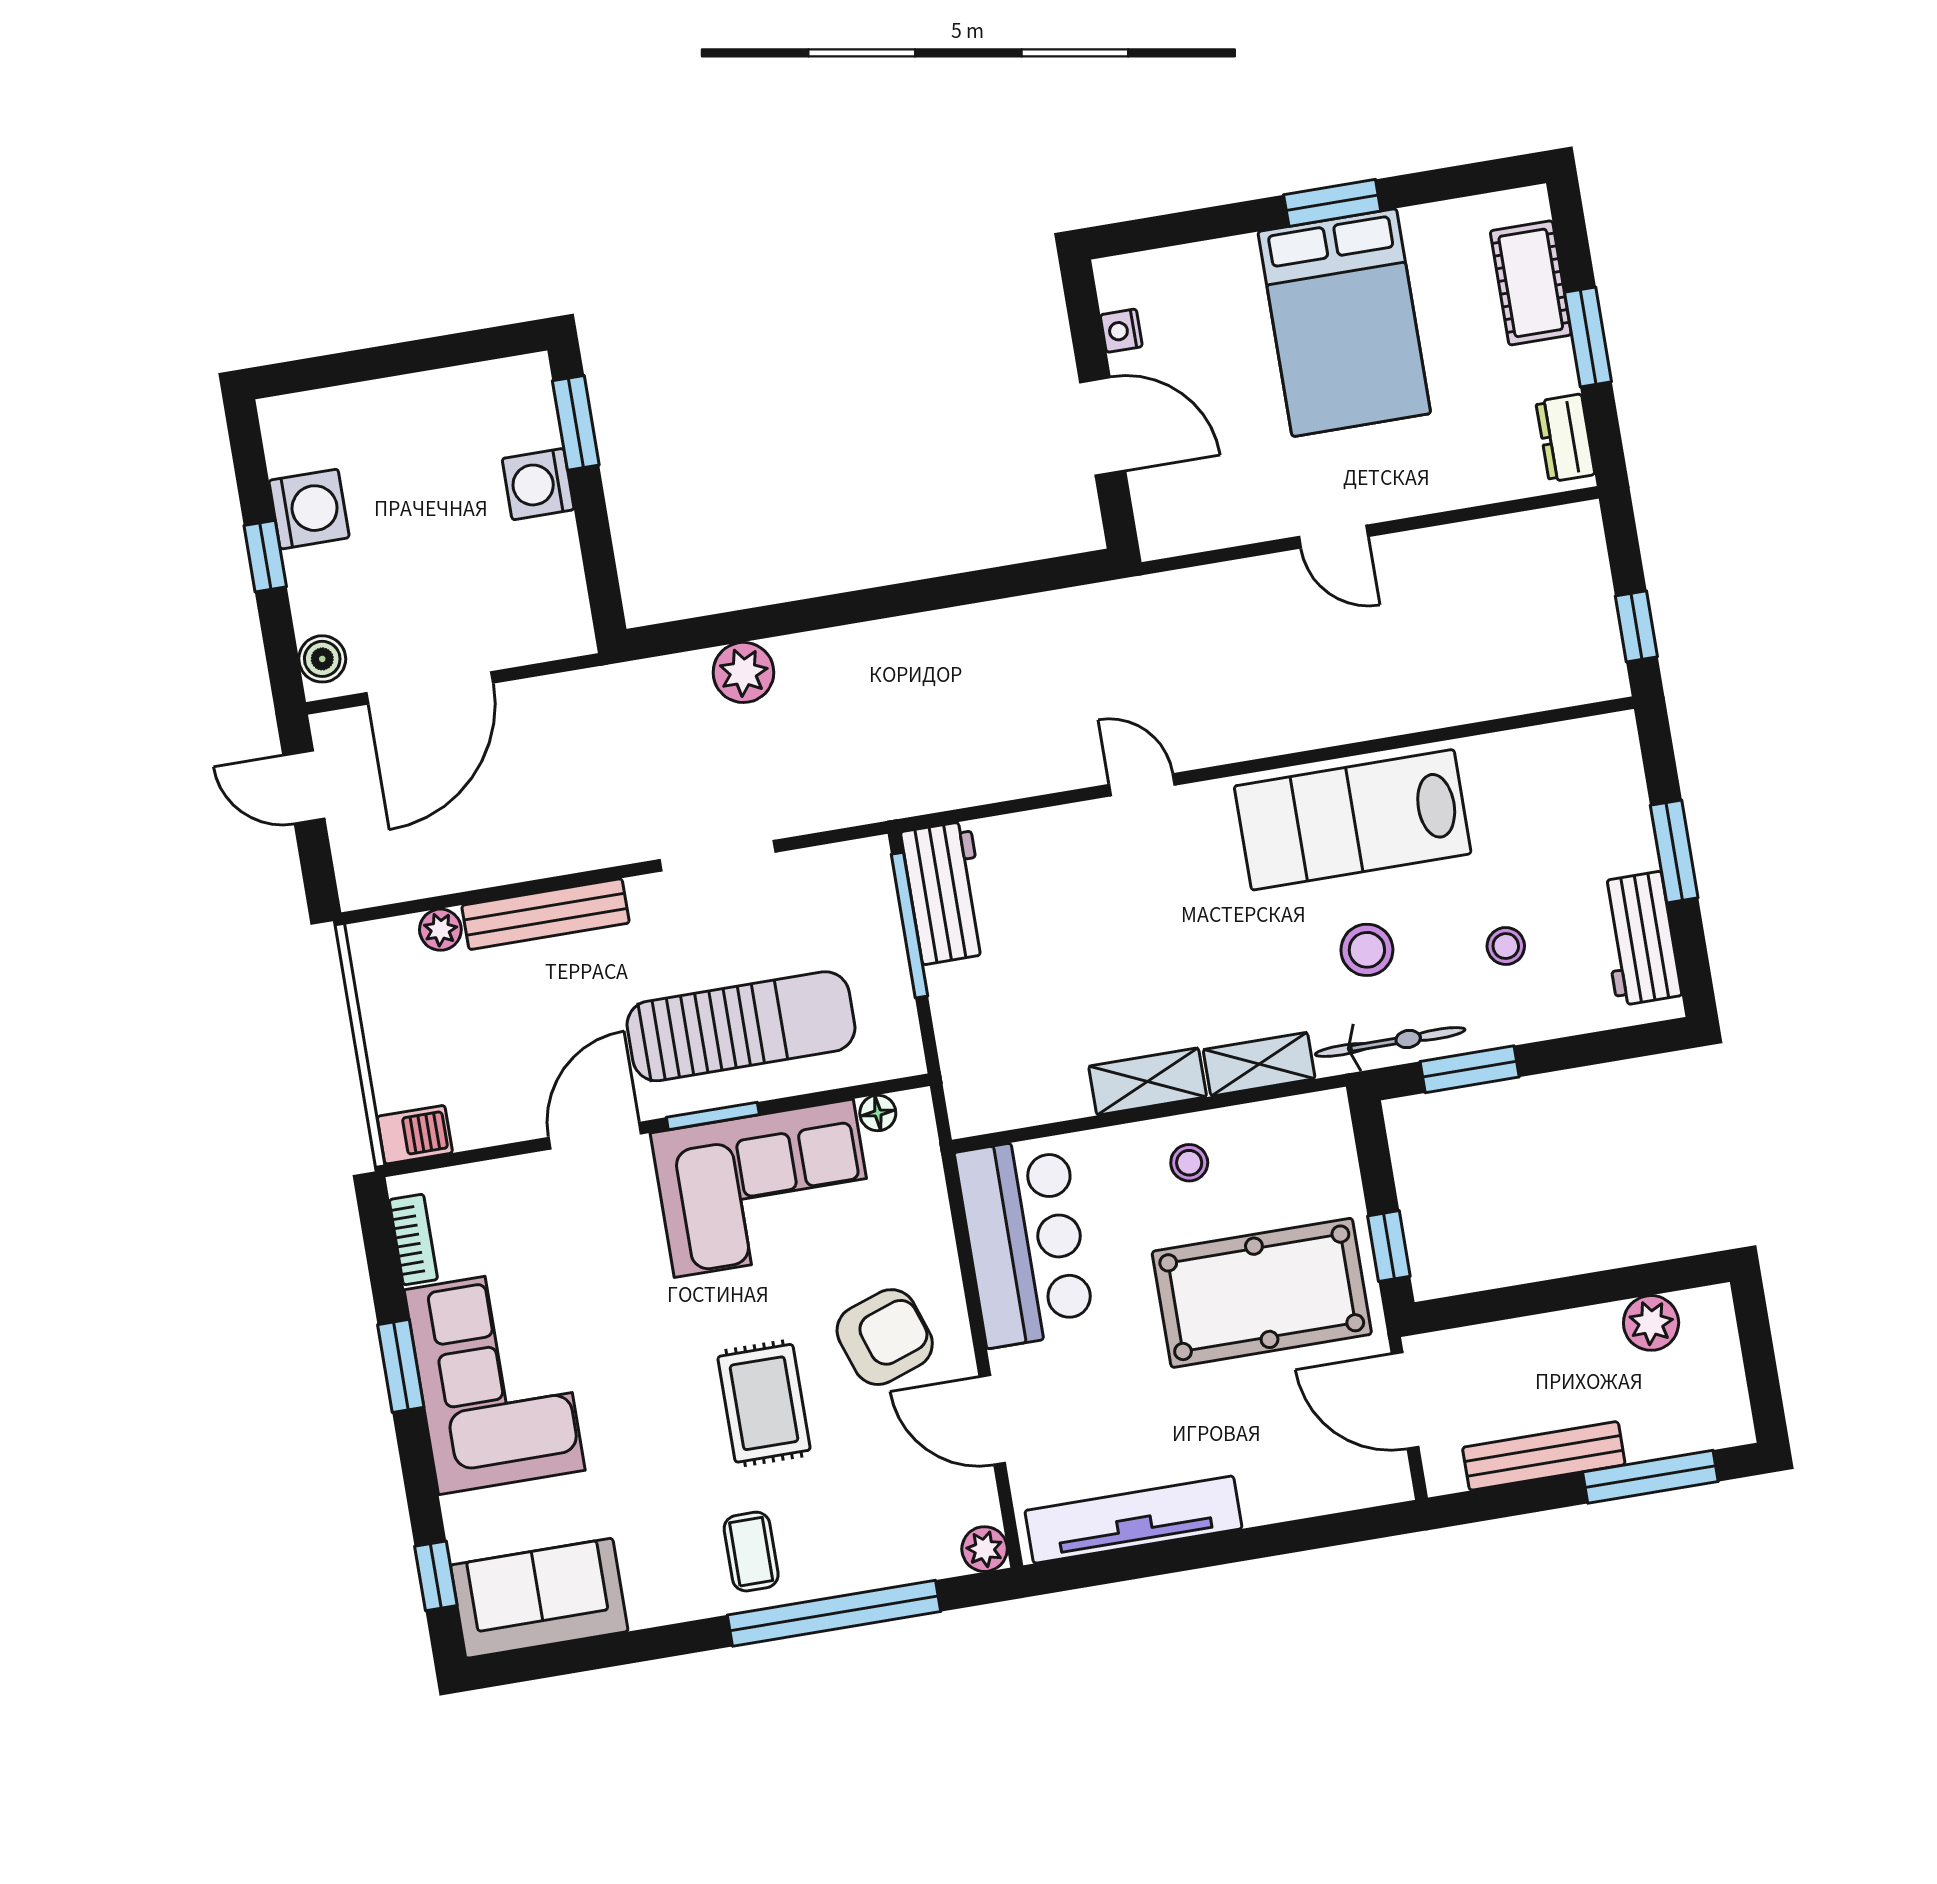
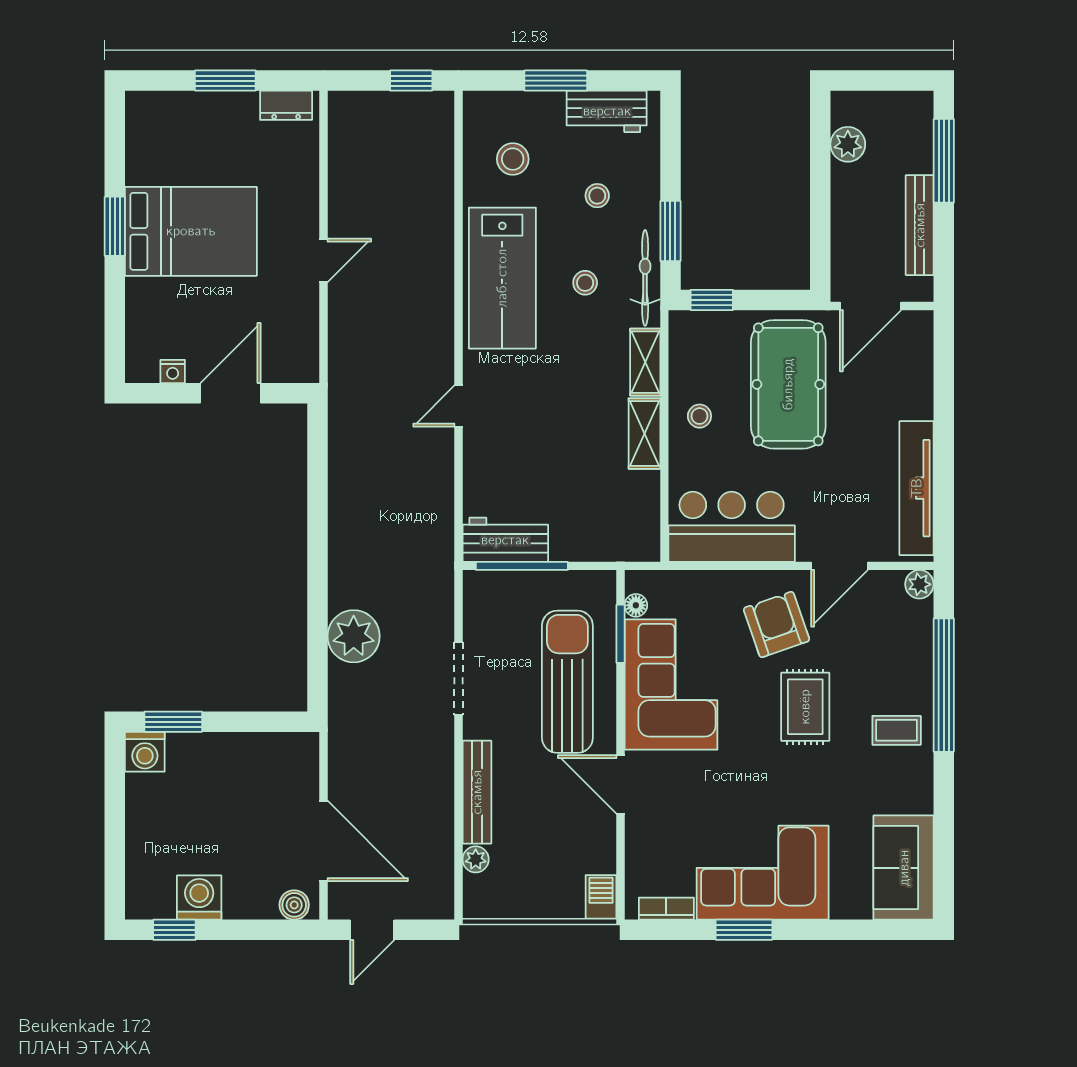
cot: (1531, 283) -> (186, 111), removed
washing machine: (538, 484) -> (145, 752), moved
window: (265, 556) -> (174, 930), moved
plant: (743, 672) -> (354, 636), width x1.36, depth x1.36
stool: (1541, 805) -> (513, 159), added
stool: (1367, 950) -> (585, 283), width x0.73, depth x0.73
window: (713, 1116) -> (620, 634), moved
window: (1389, 1246) -> (712, 300), moved
rug: (764, 1403) -> (805, 707), turned 90
window: (436, 1576) -> (879, 930), removed

